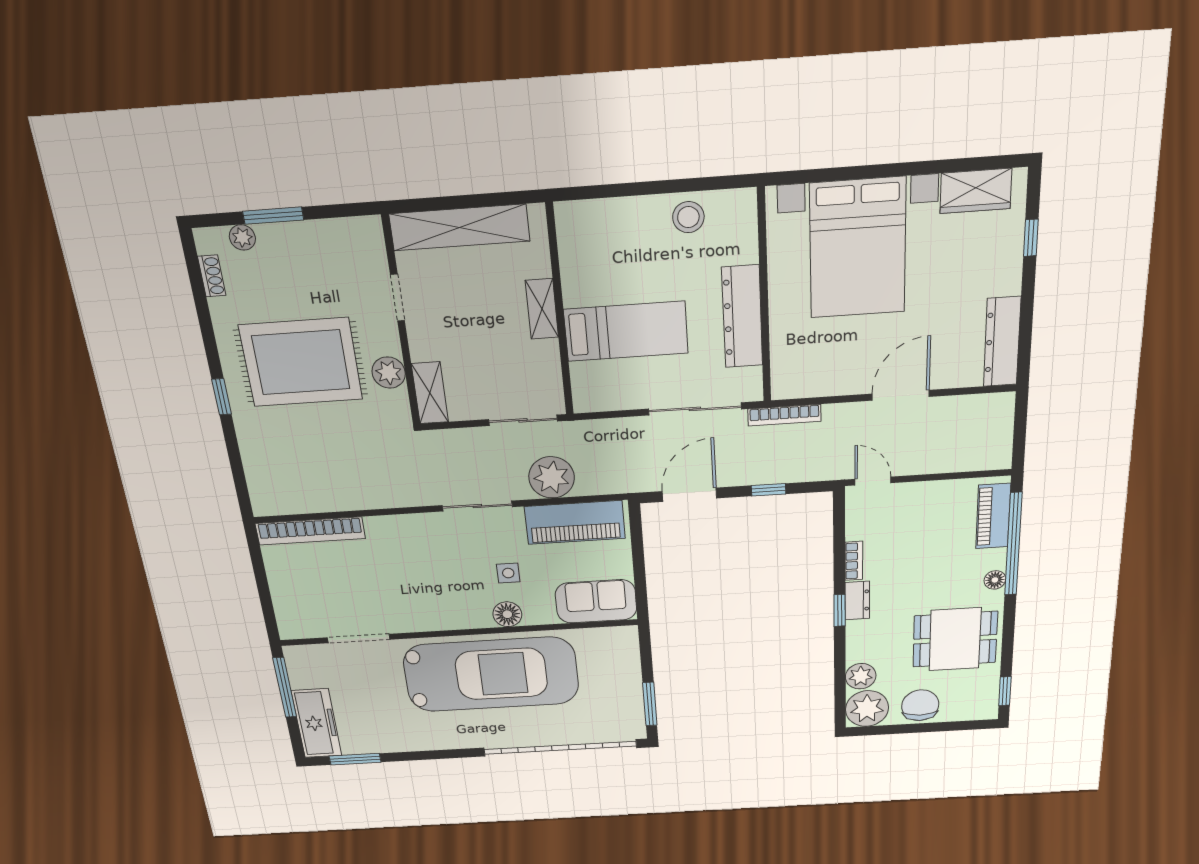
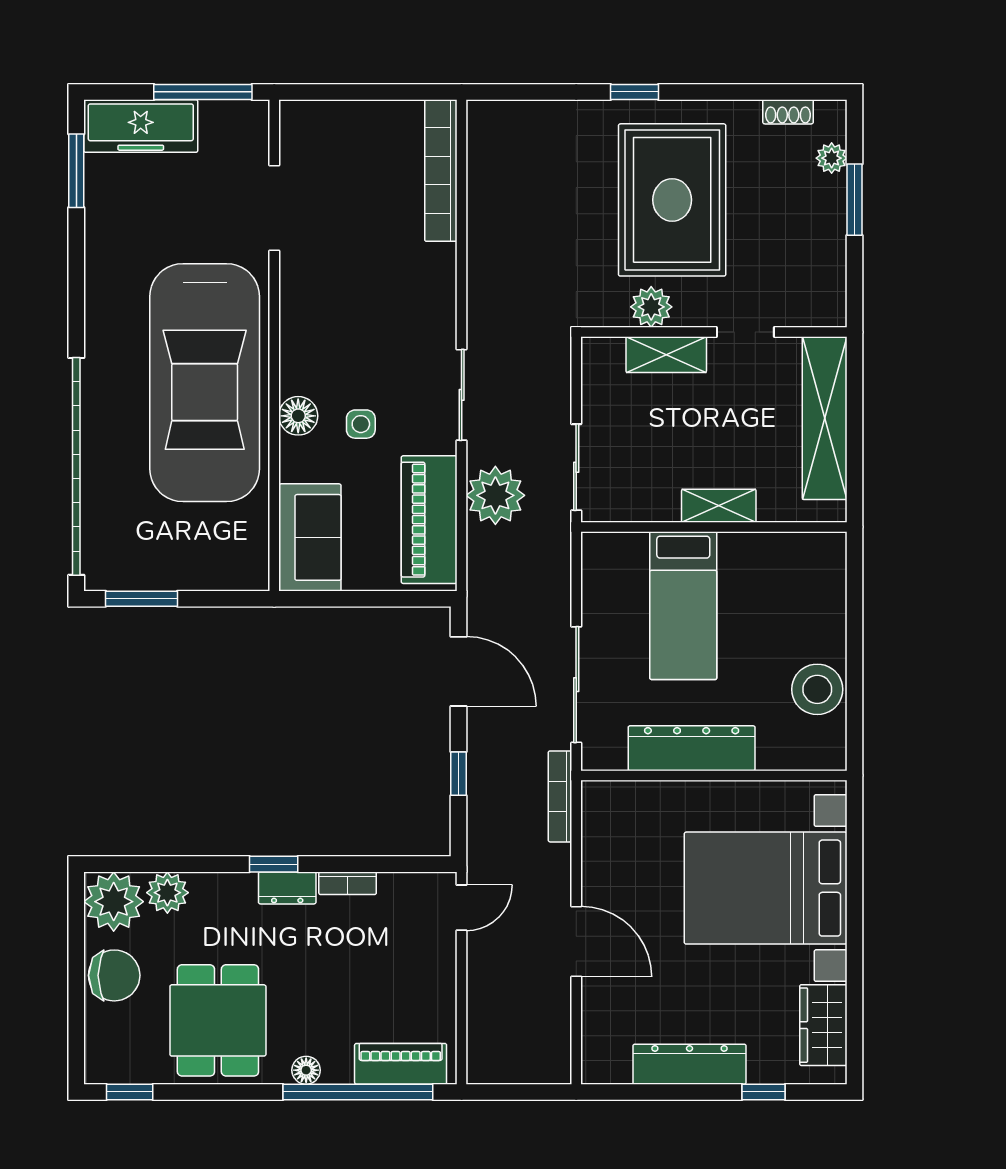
stool: (688, 217) -> (817, 689), width x1.38, depth x1.38
dresser: (1002, 342) -> (690, 1064), moved
shelving: (430, 393) -> (666, 355), moved

